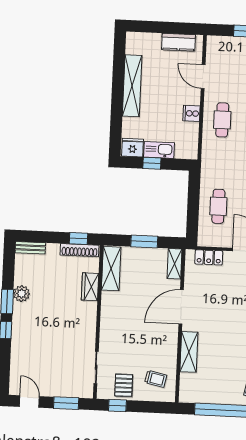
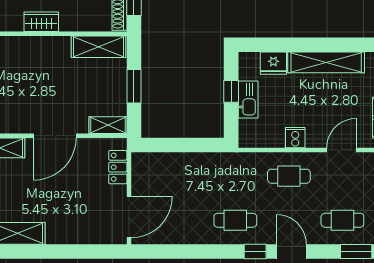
fridge: (132, 148) -> (273, 63), moved, turned 90
cafe table: (218, 206) -> (182, 176), removed
wardrobe: (90, 287) -> (41, 22), moved
door: (181, 307) -> (55, 136), swing flipped

